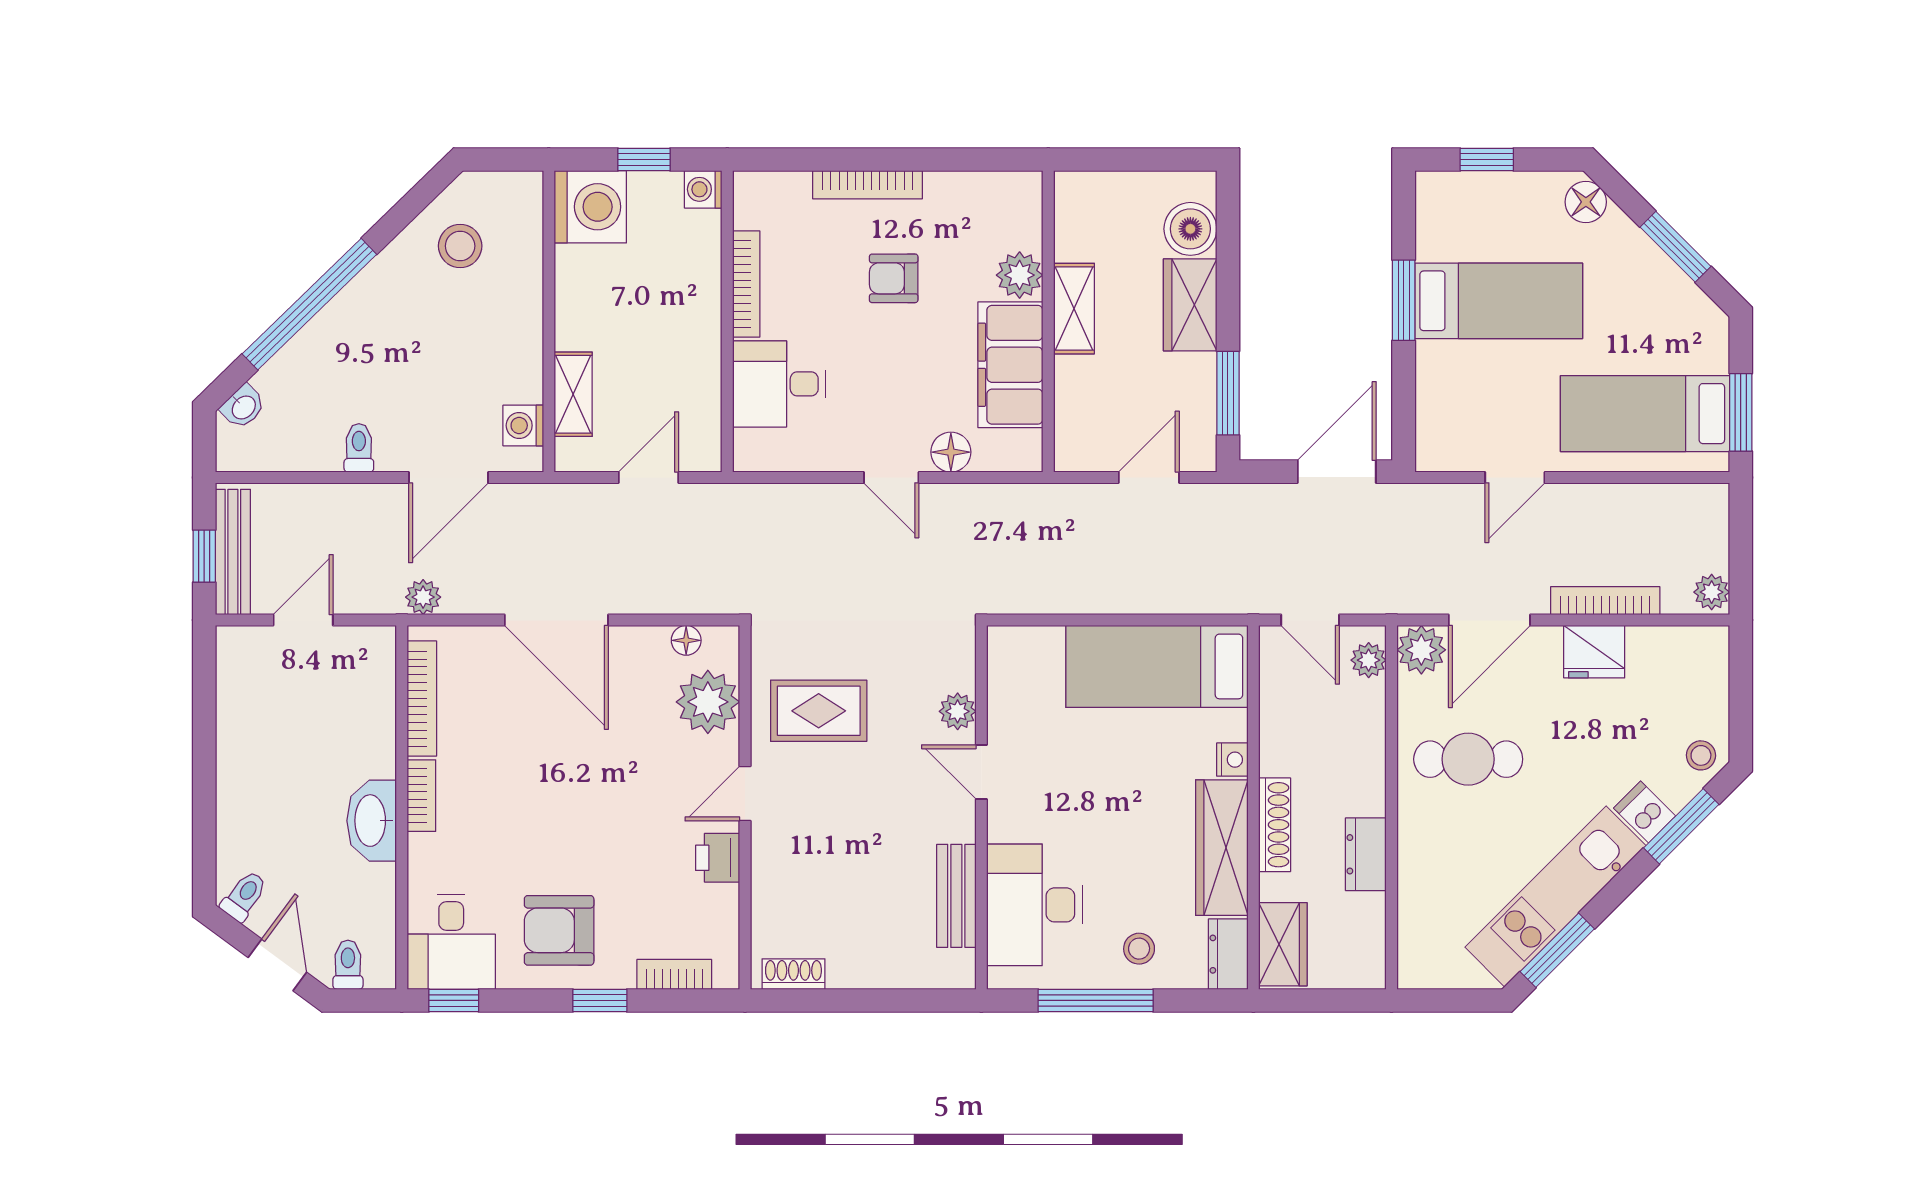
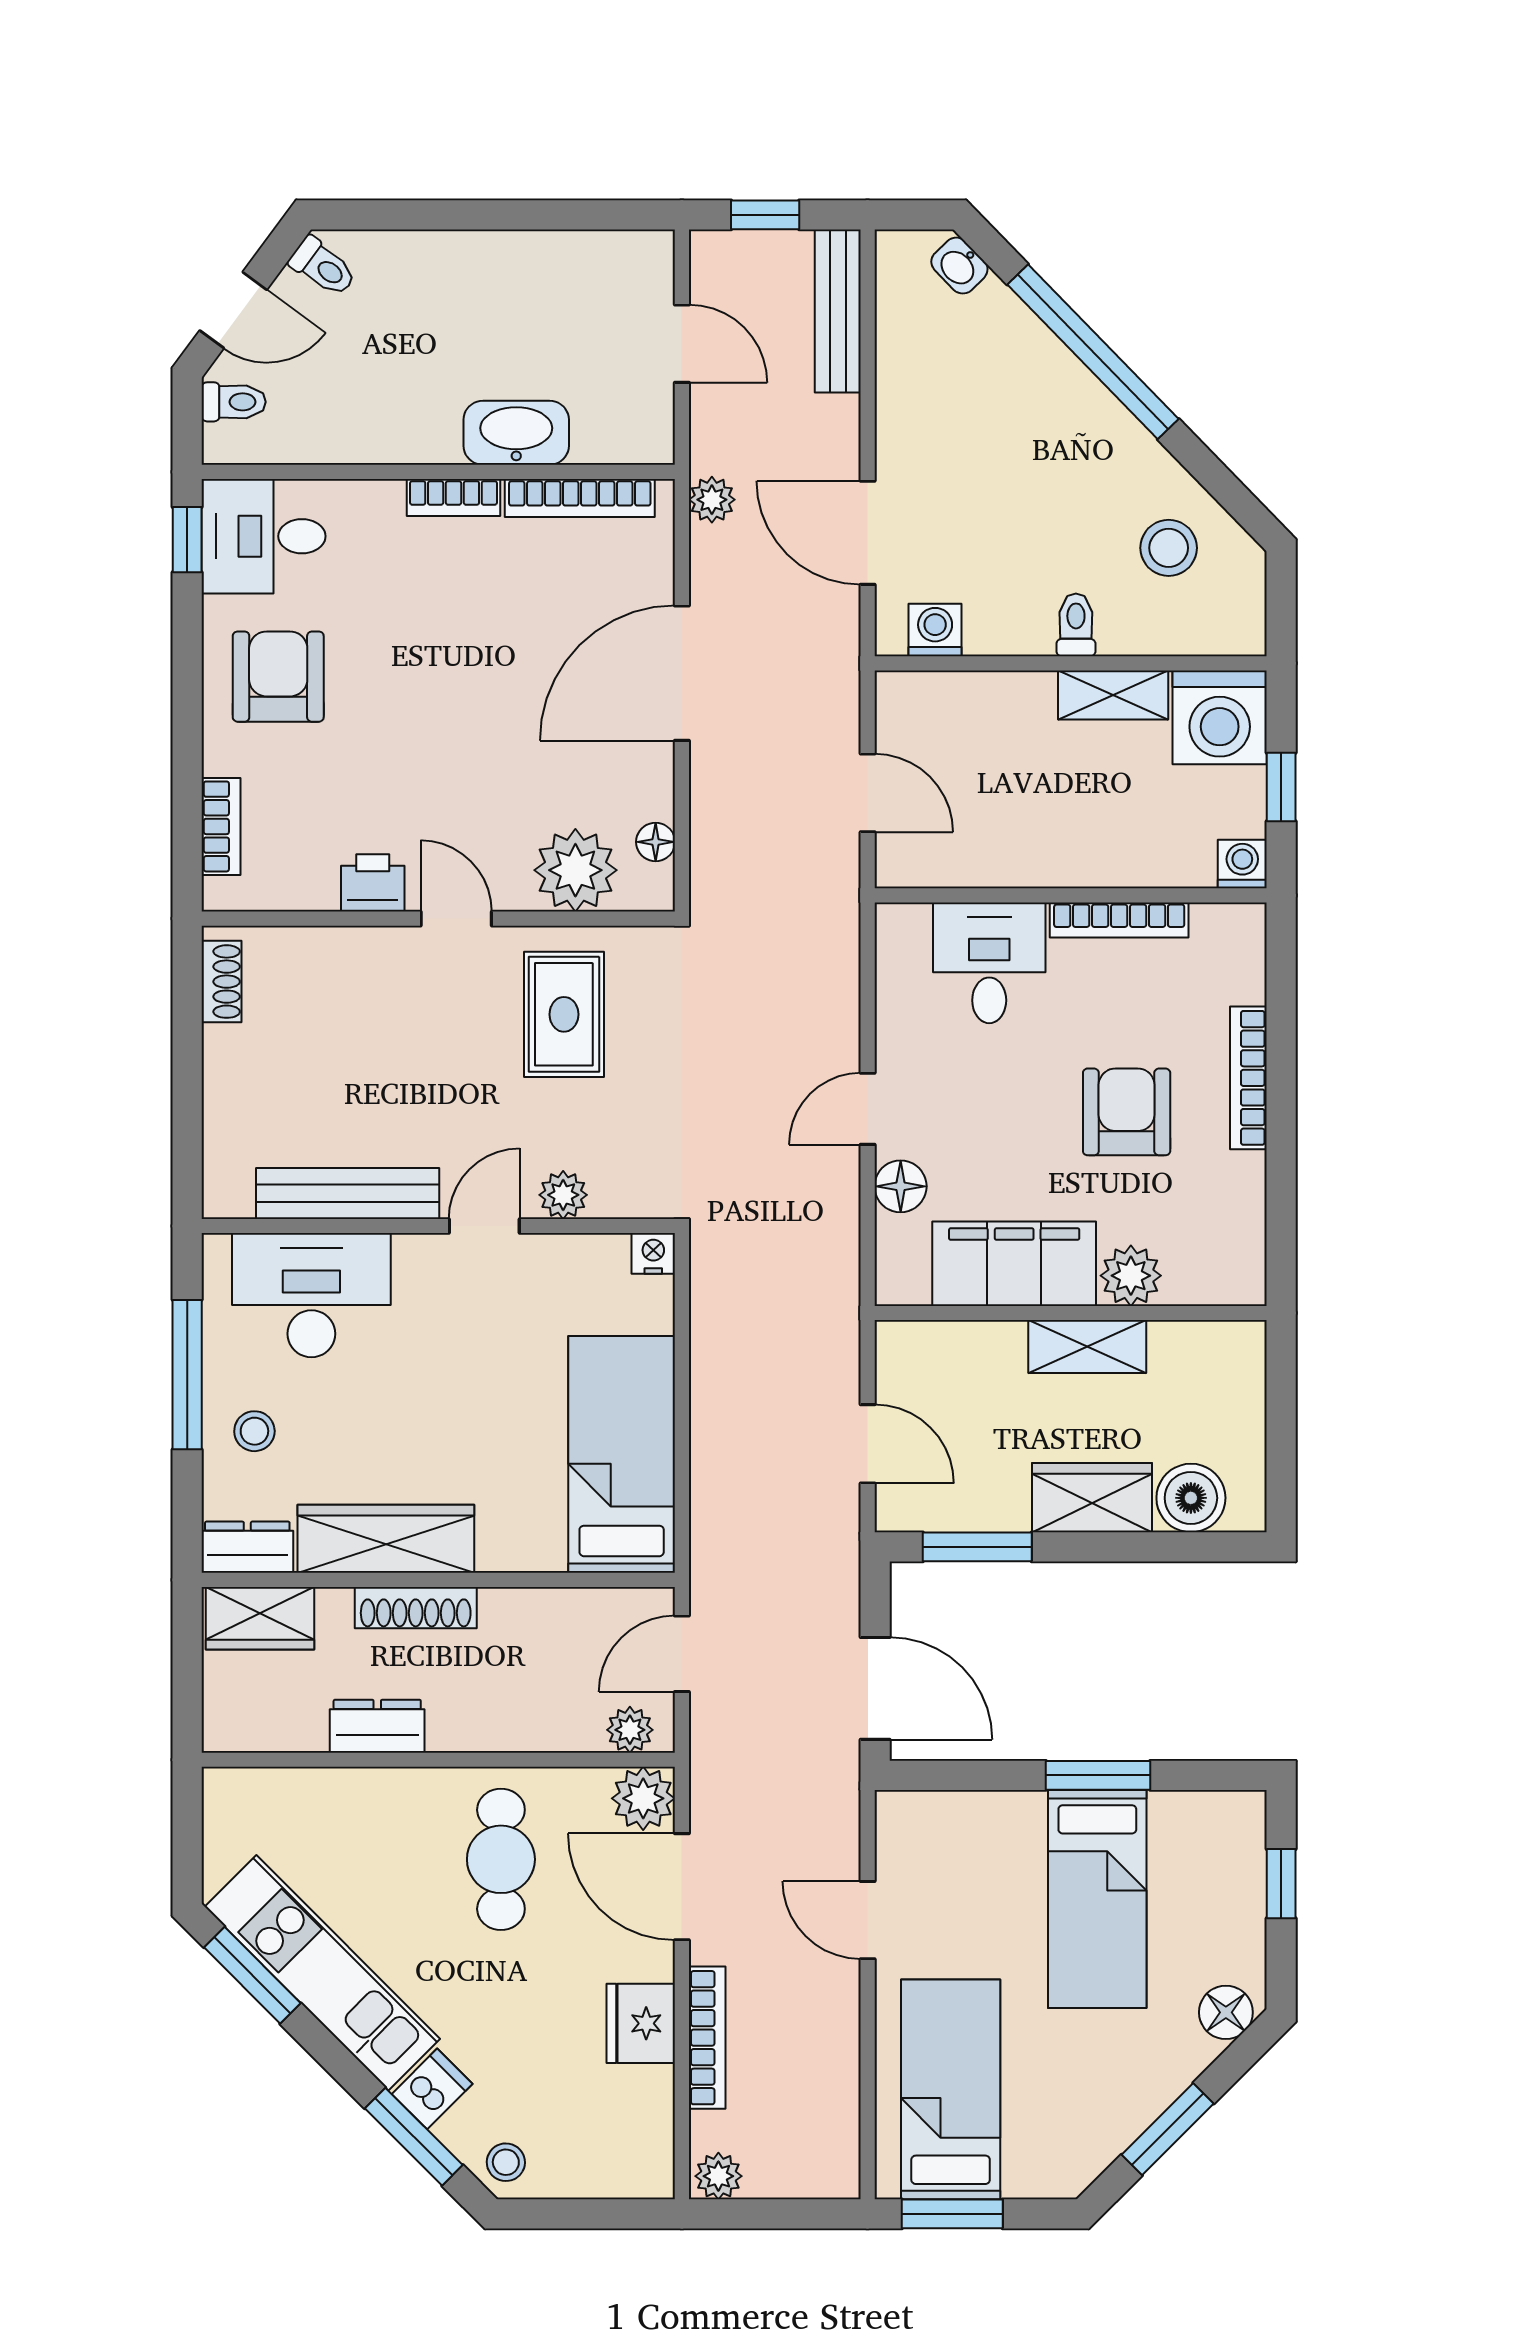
armchair: (894, 278) -> (1127, 1112), width x1.38, depth x1.38
shelving: (573, 394) -> (1113, 695), moved
toilet: (359, 448) -> (1076, 625), moved, turned -90
bench: (233, 552) -> (838, 311), moved, turned 90
nightstand: (1232, 760) -> (653, 1253), moved, turned 180
washbasin: (372, 821) -> (516, 433), moved
bench: (956, 896) -> (348, 1193), width x1.36
window: (600, 1000) -> (187, 730), removed

